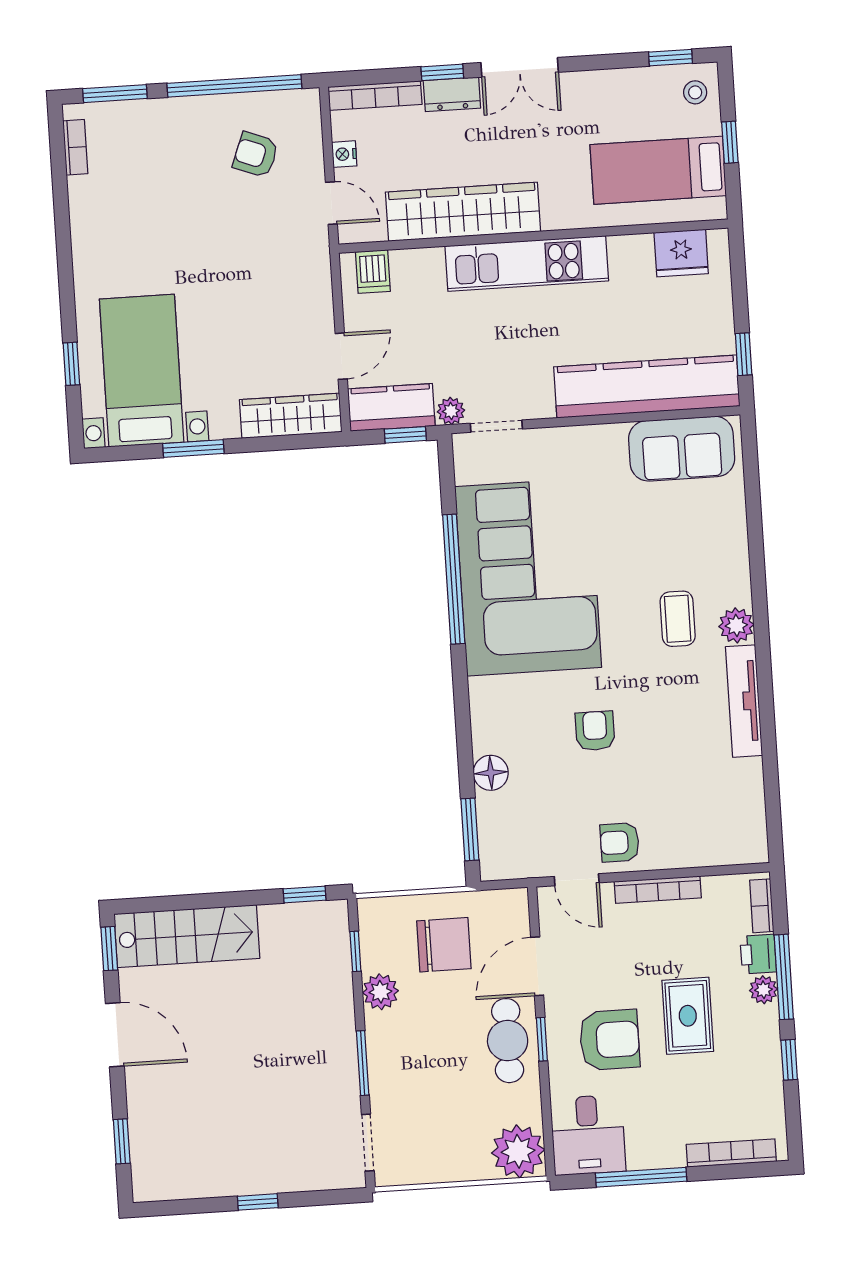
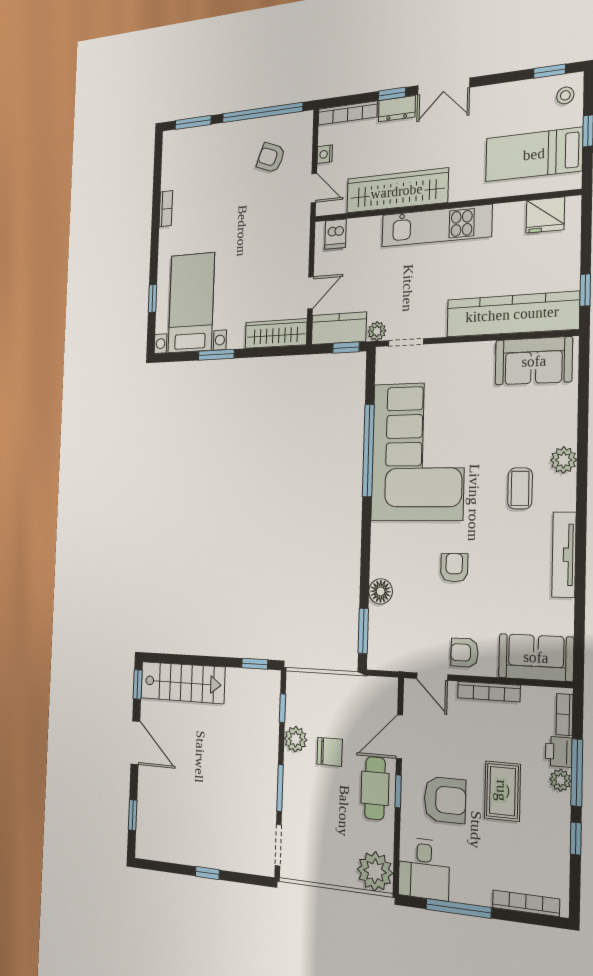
bookcase: (75, 147) -> (166, 209), moved
plant: (736, 625) -> (564, 460), moved
sofa: (718, 838) -> (536, 657), added
chair: (444, 945) -> (330, 752), moved, width x0.73, depth x0.73

